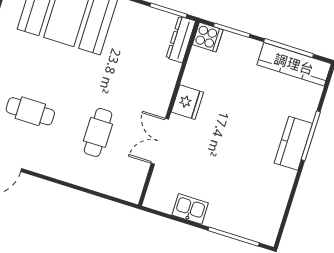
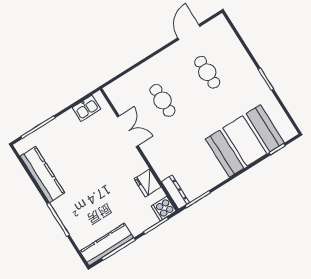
fridge: (187, 102) -> (147, 183), moved
cafe table: (30, 111) -> (207, 72), turned 90
kitchen counter: (293, 143) -> (42, 175), moved, width x1.50
kitchen sink: (190, 209) -> (87, 108), moved

